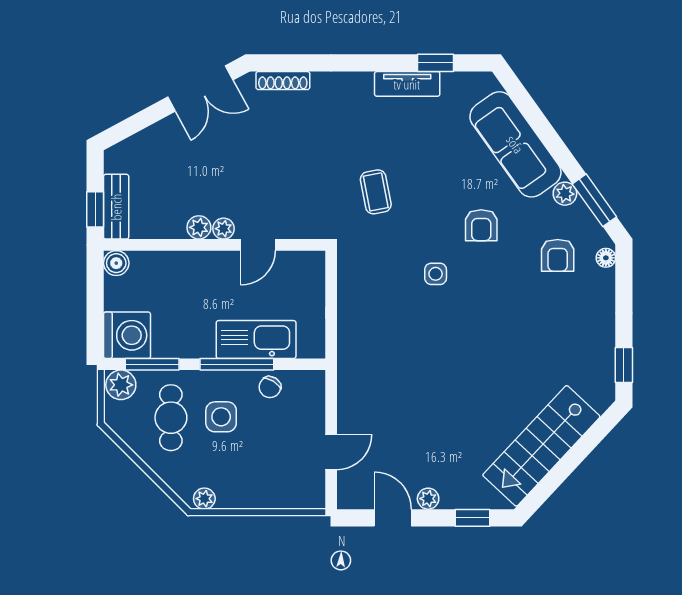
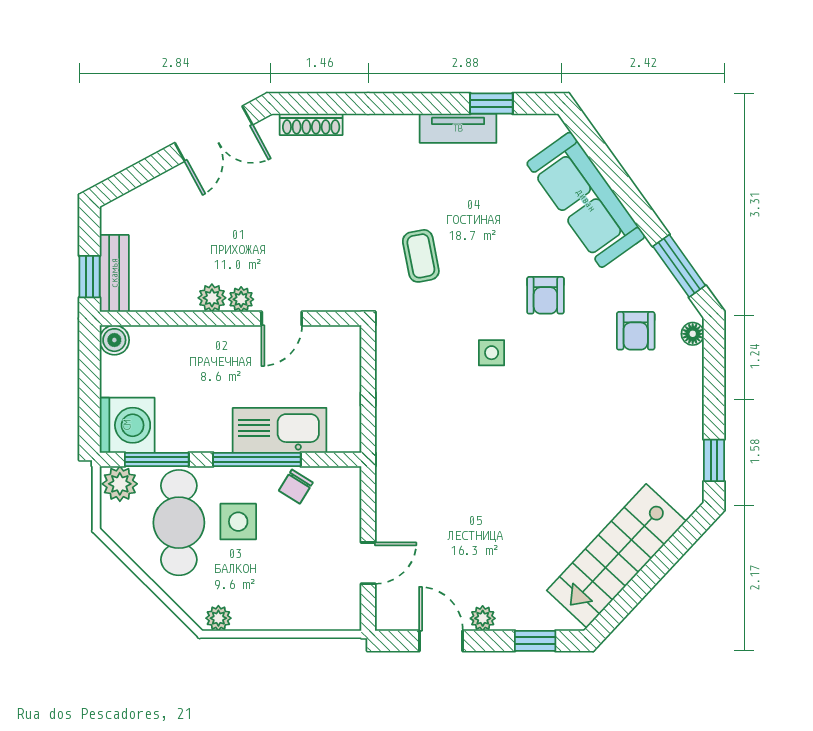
plant: (565, 194) -> (644, 258), removed
cafe table: (171, 418) -> (179, 523), width x1.37, depth x1.35

